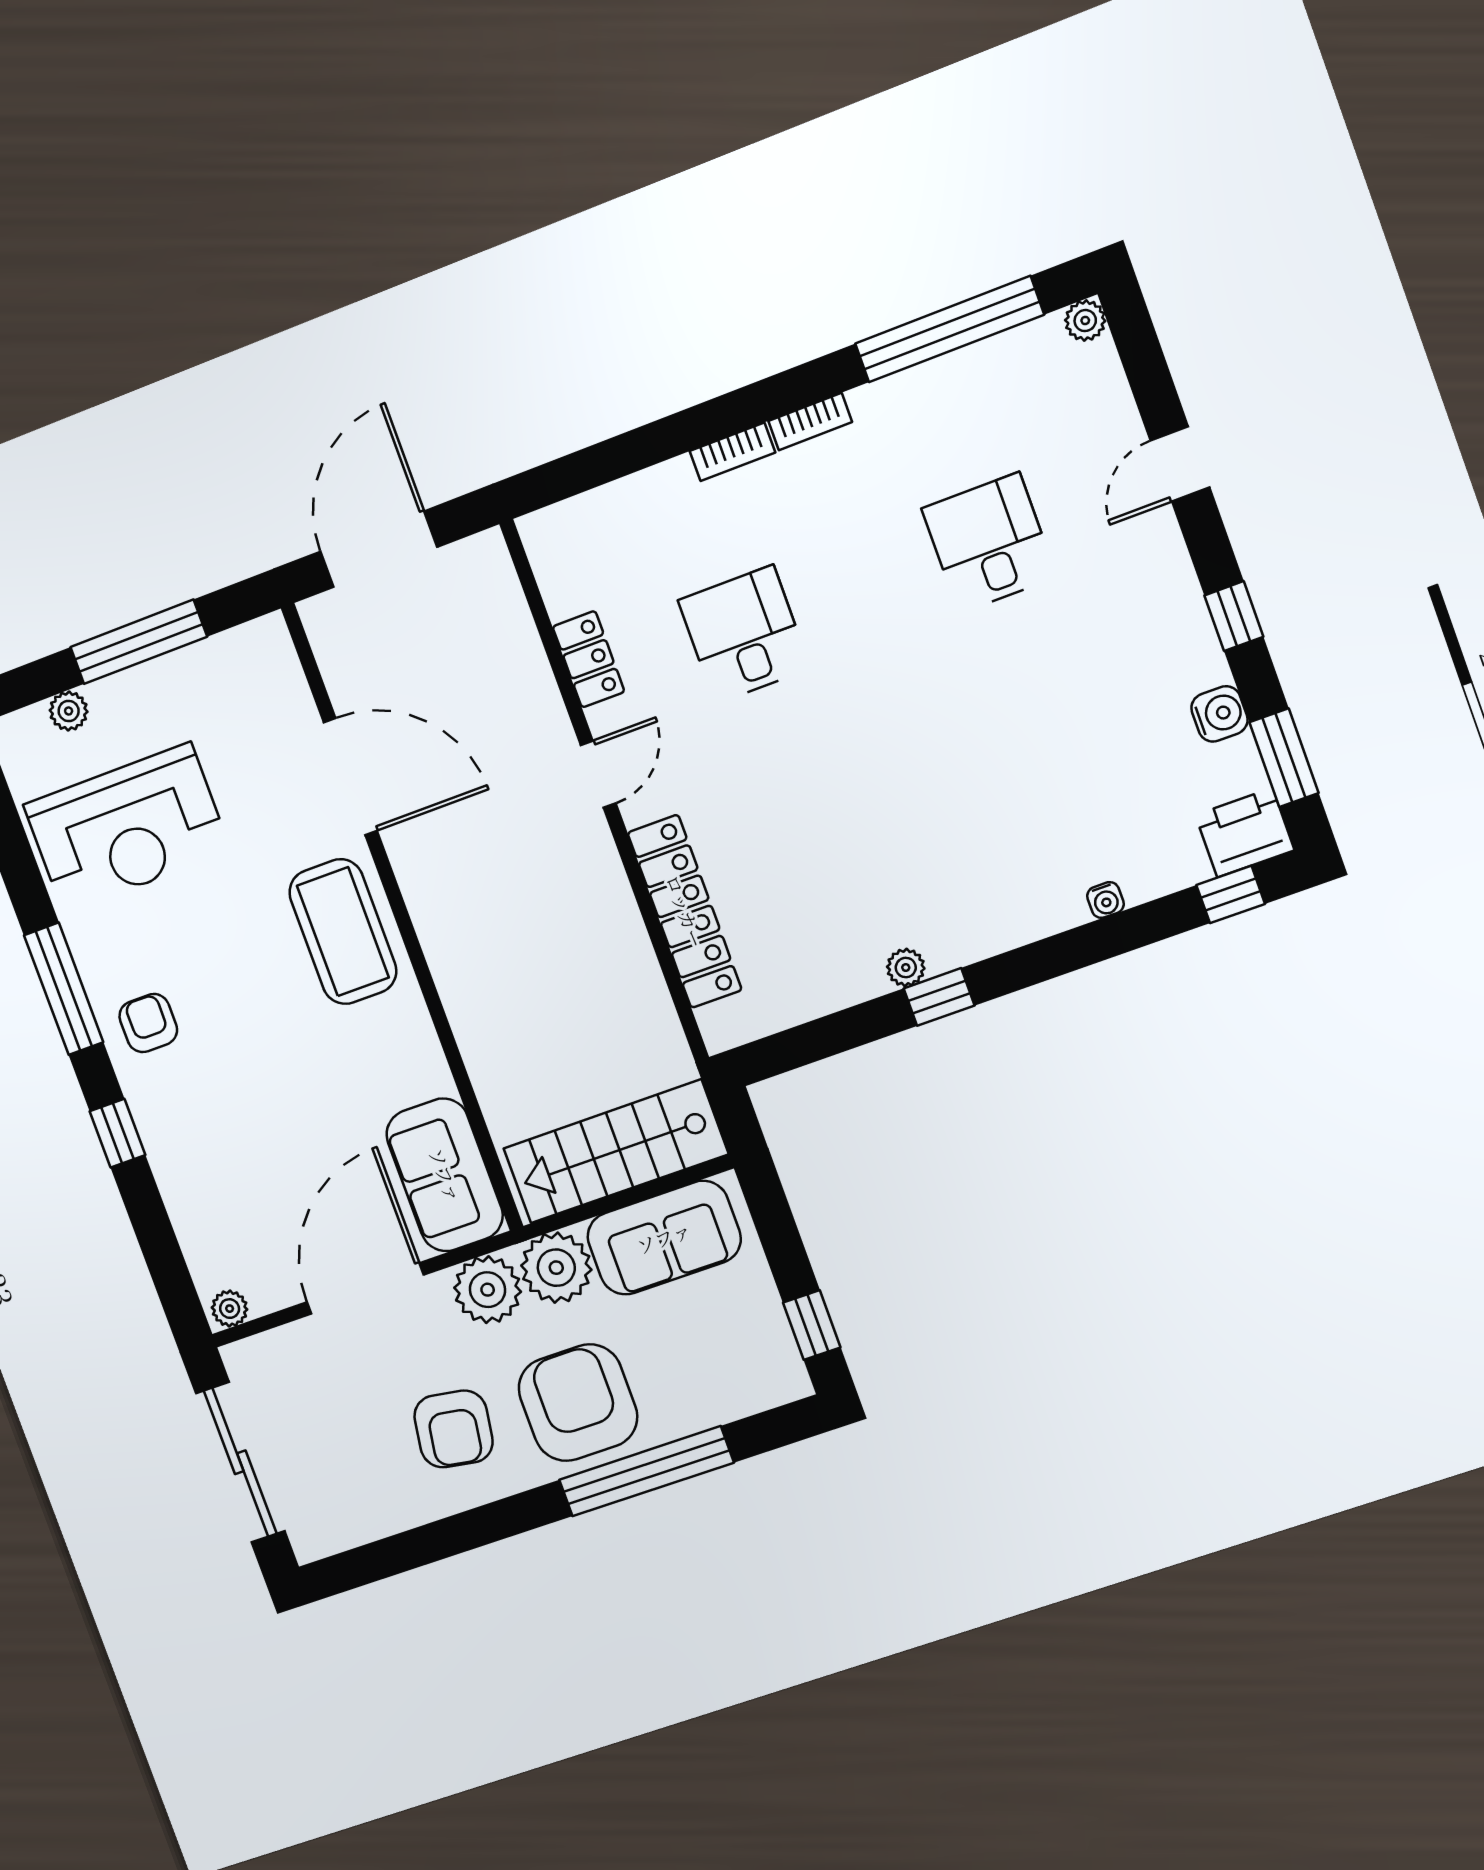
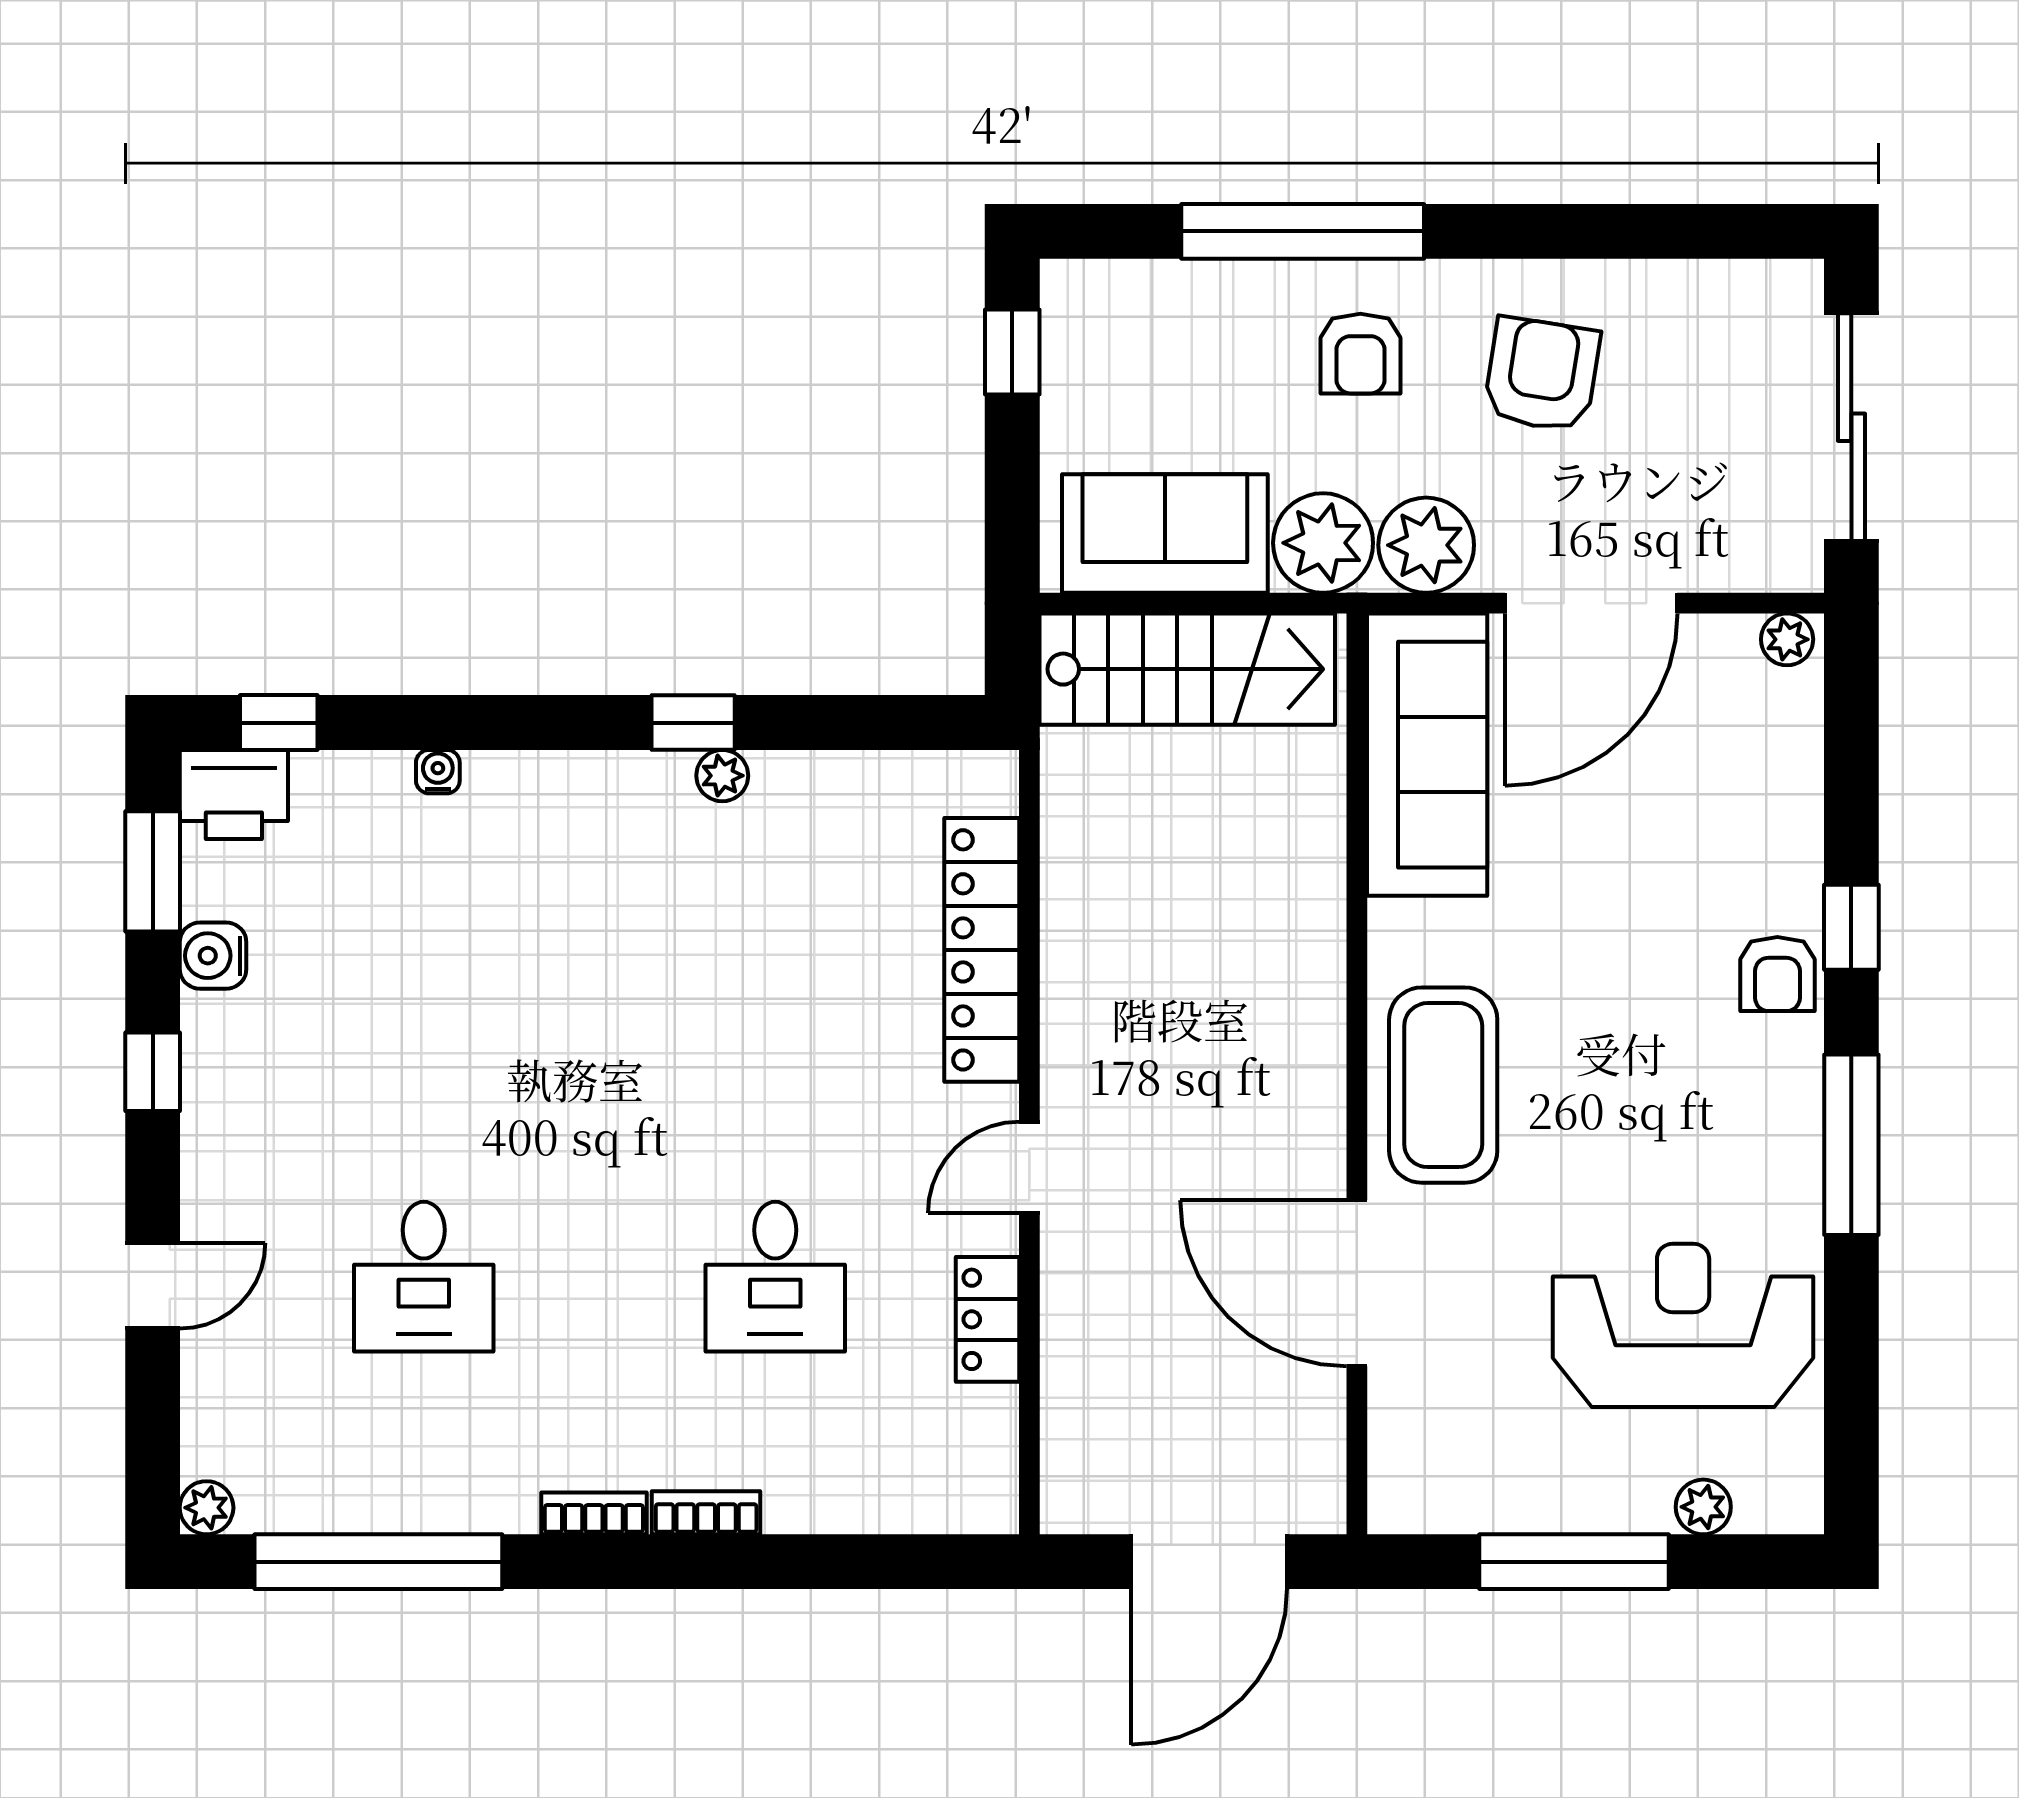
armchair: (148, 1023) -> (1777, 974), moved
sofa: (445, 1175) -> (1427, 755), width x1.36
armchair: (578, 1403) -> (1360, 354), width x0.53, depth x0.53

